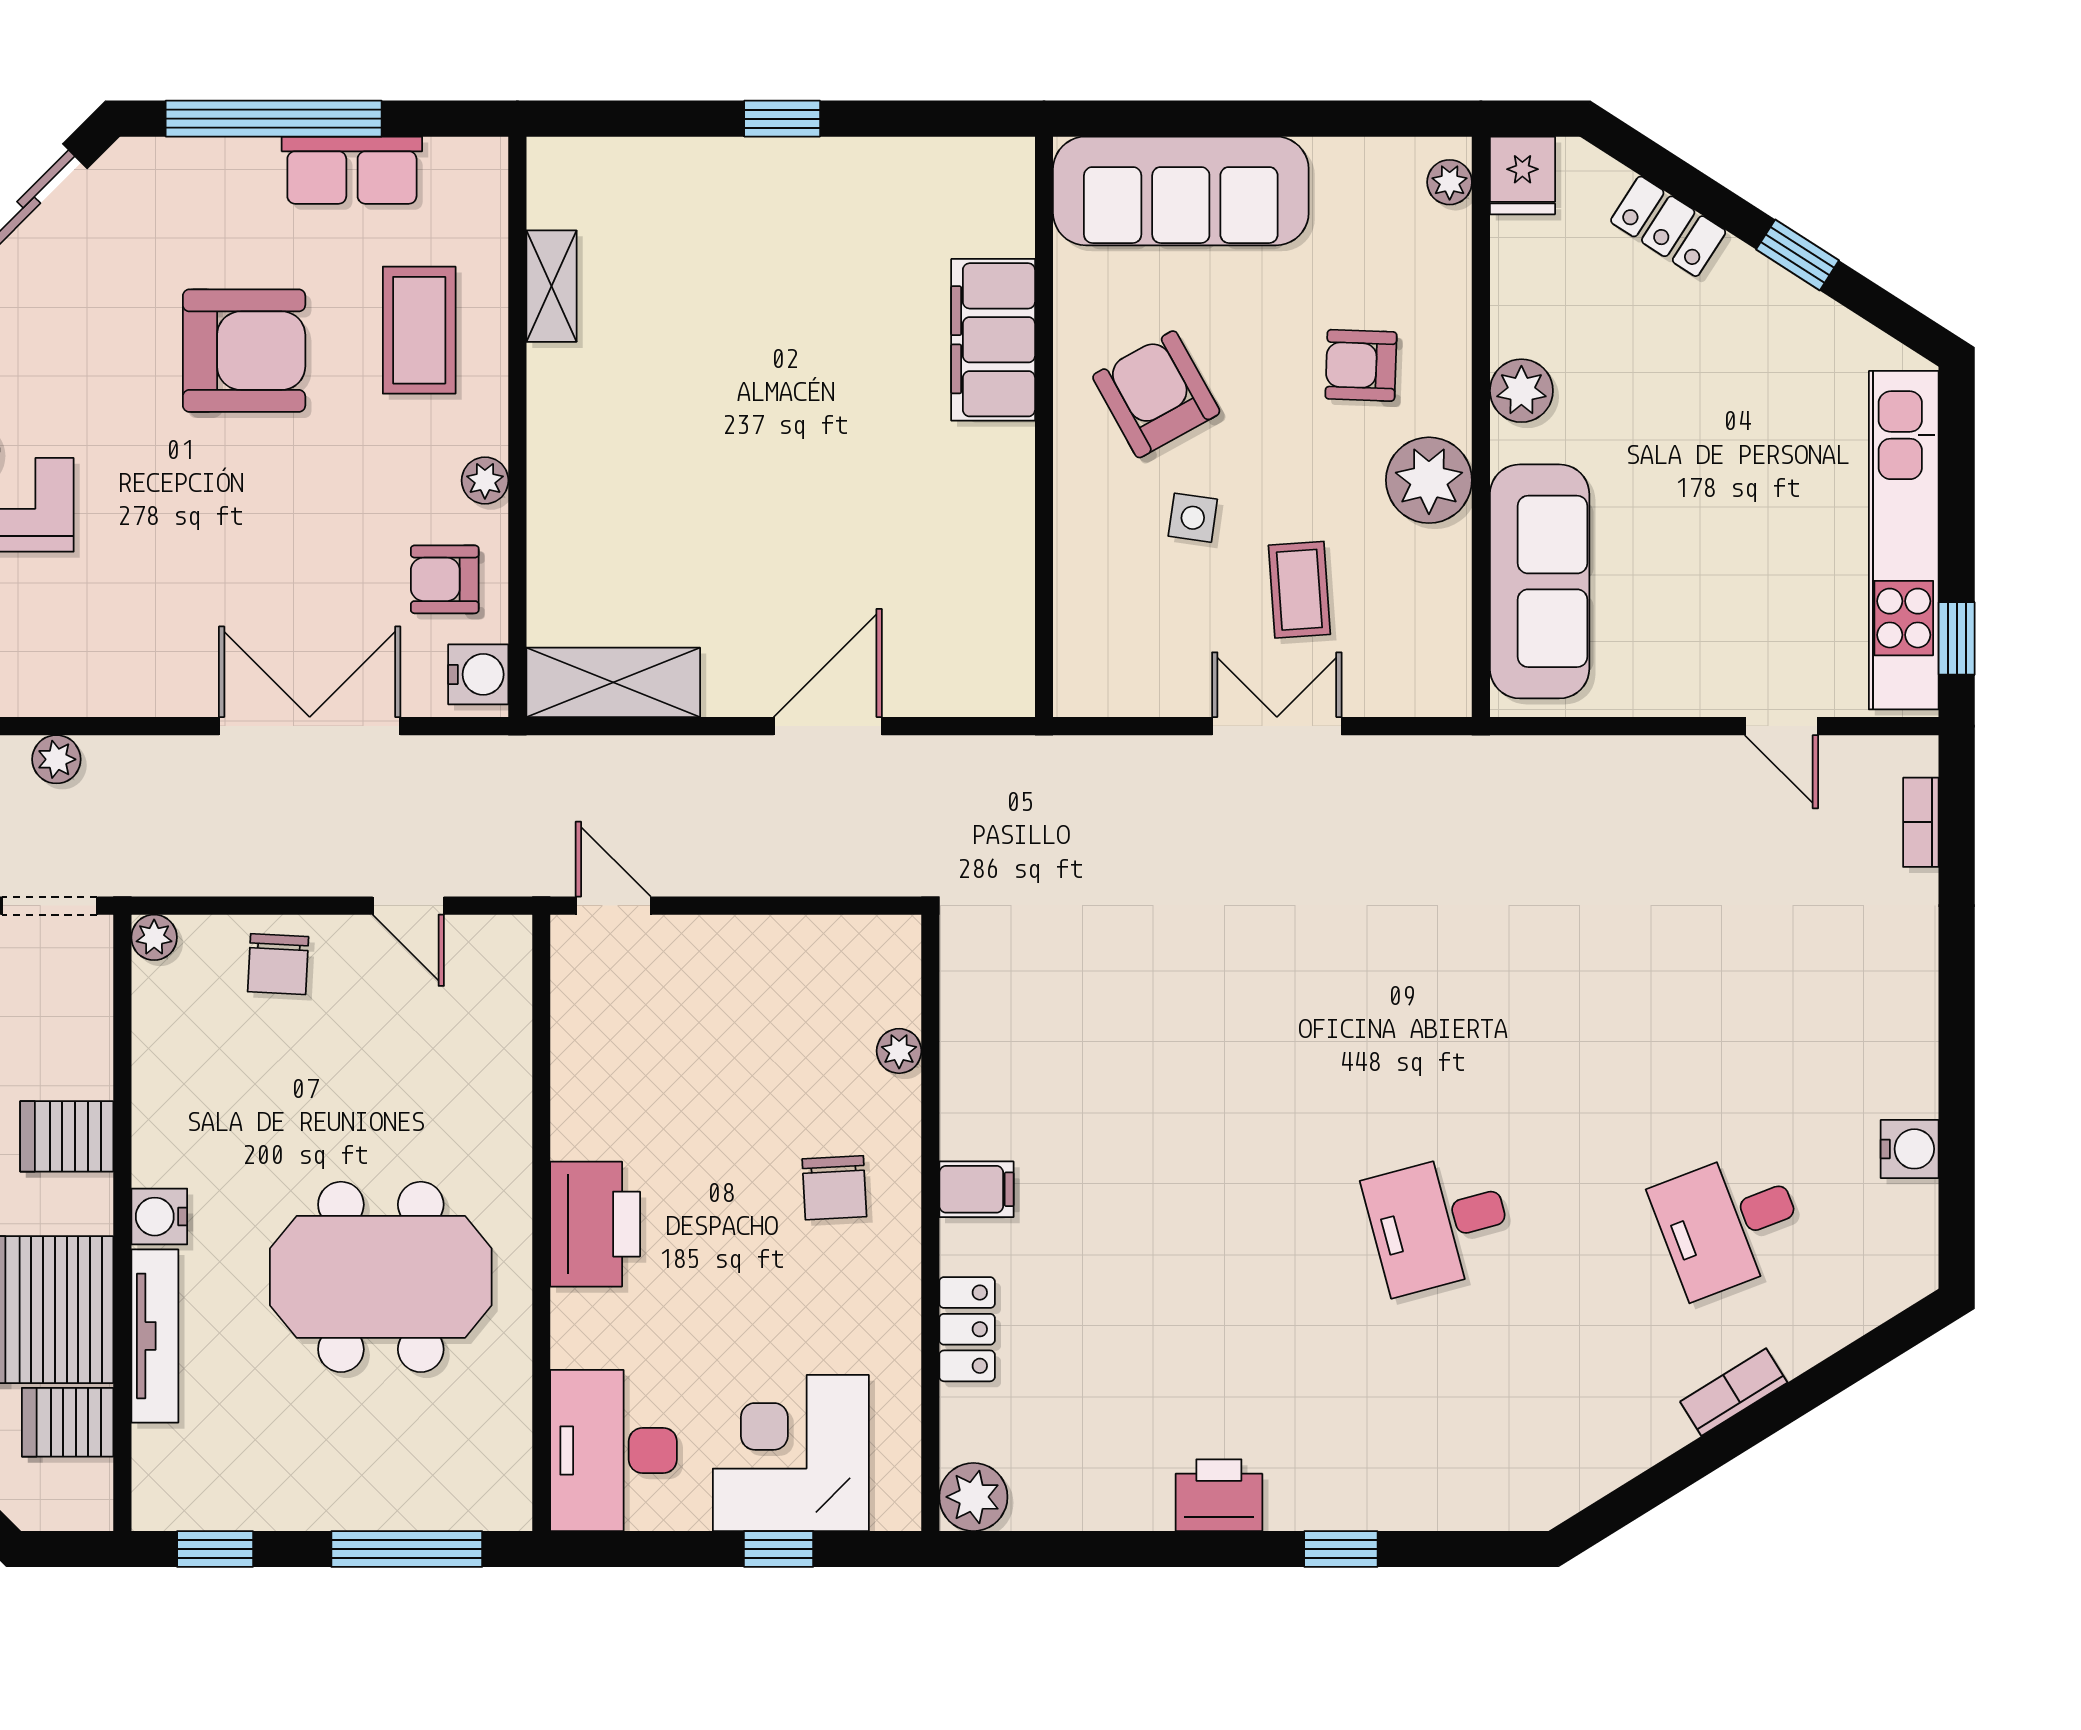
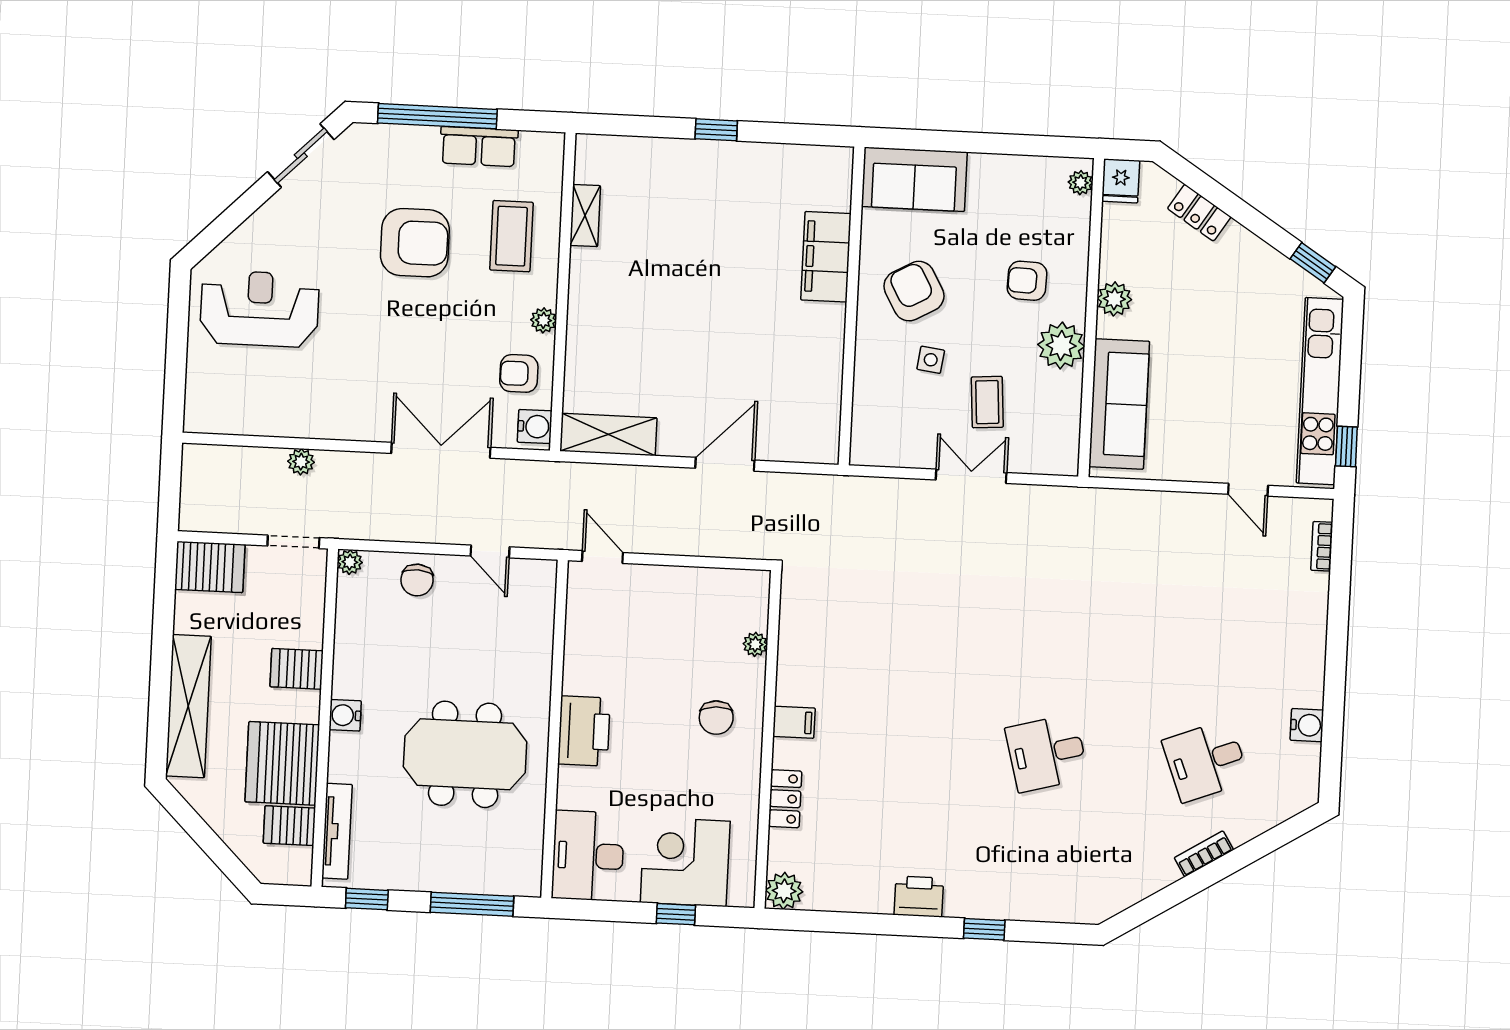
sofa: (1181, 191) -> (914, 179), width x0.73
window: (1798, 255) -> (1313, 263), moved
tv unit: (155, 1336) -> (337, 831), moved

